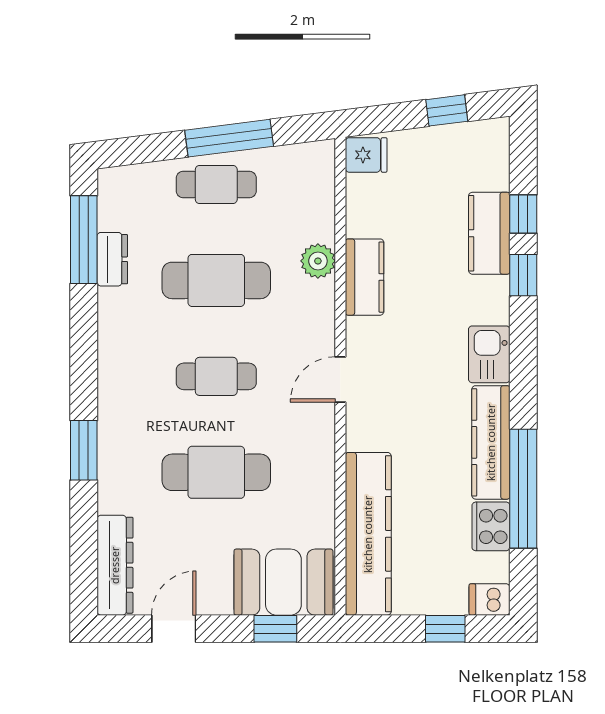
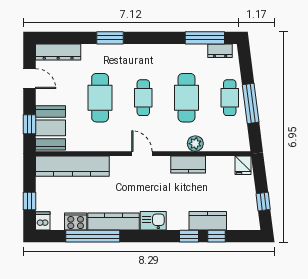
dresser: (112, 259) -> (220, 51), moved

